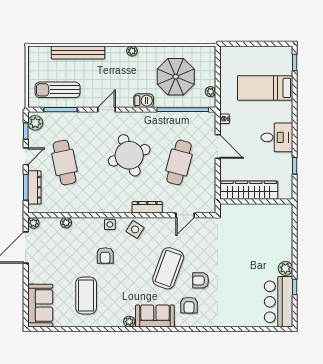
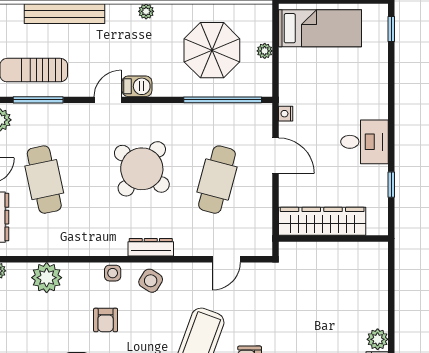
bed: (265, 88) -> (320, 28), moved, turned 180
plant: (211, 92) -> (265, 51), moved
barbecue: (144, 101) -> (137, 86), moved
round table: (129, 155) -> (142, 169), turned -31
dresser: (147, 207) -> (151, 247), moved
plant: (66, 223) -> (47, 278), width x1.88, depth x1.88

